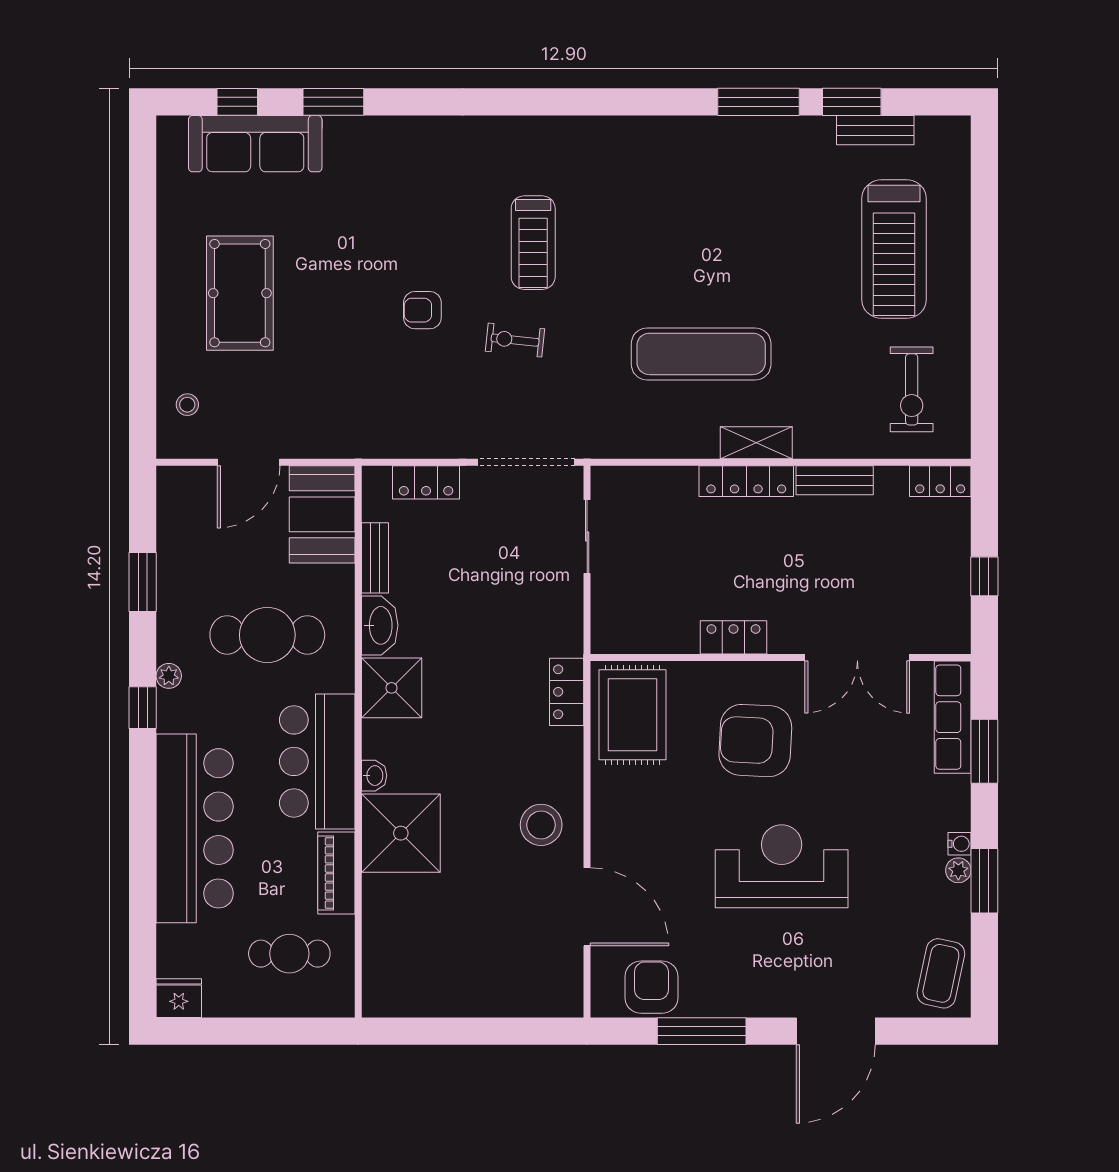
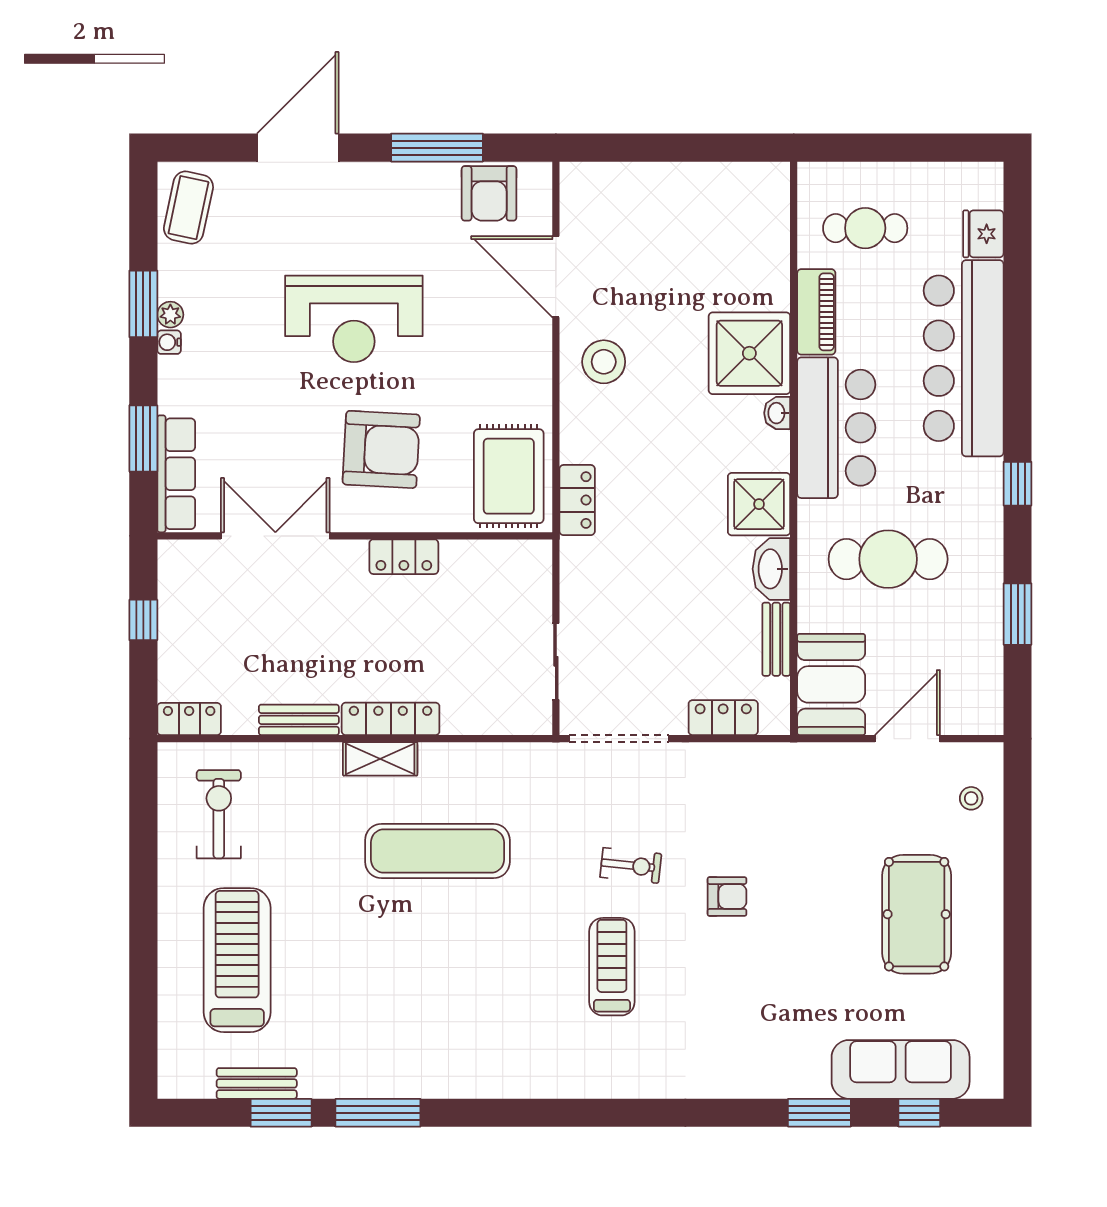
plant: (169, 676) -> (990, 517), removed
fridge: (179, 998) -> (983, 234), moved, turned 90

